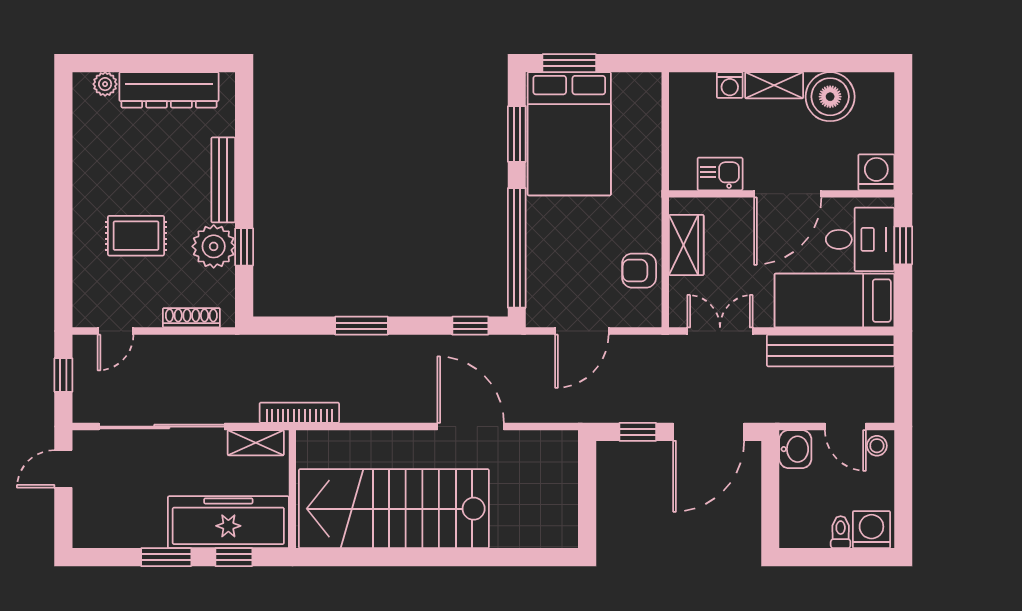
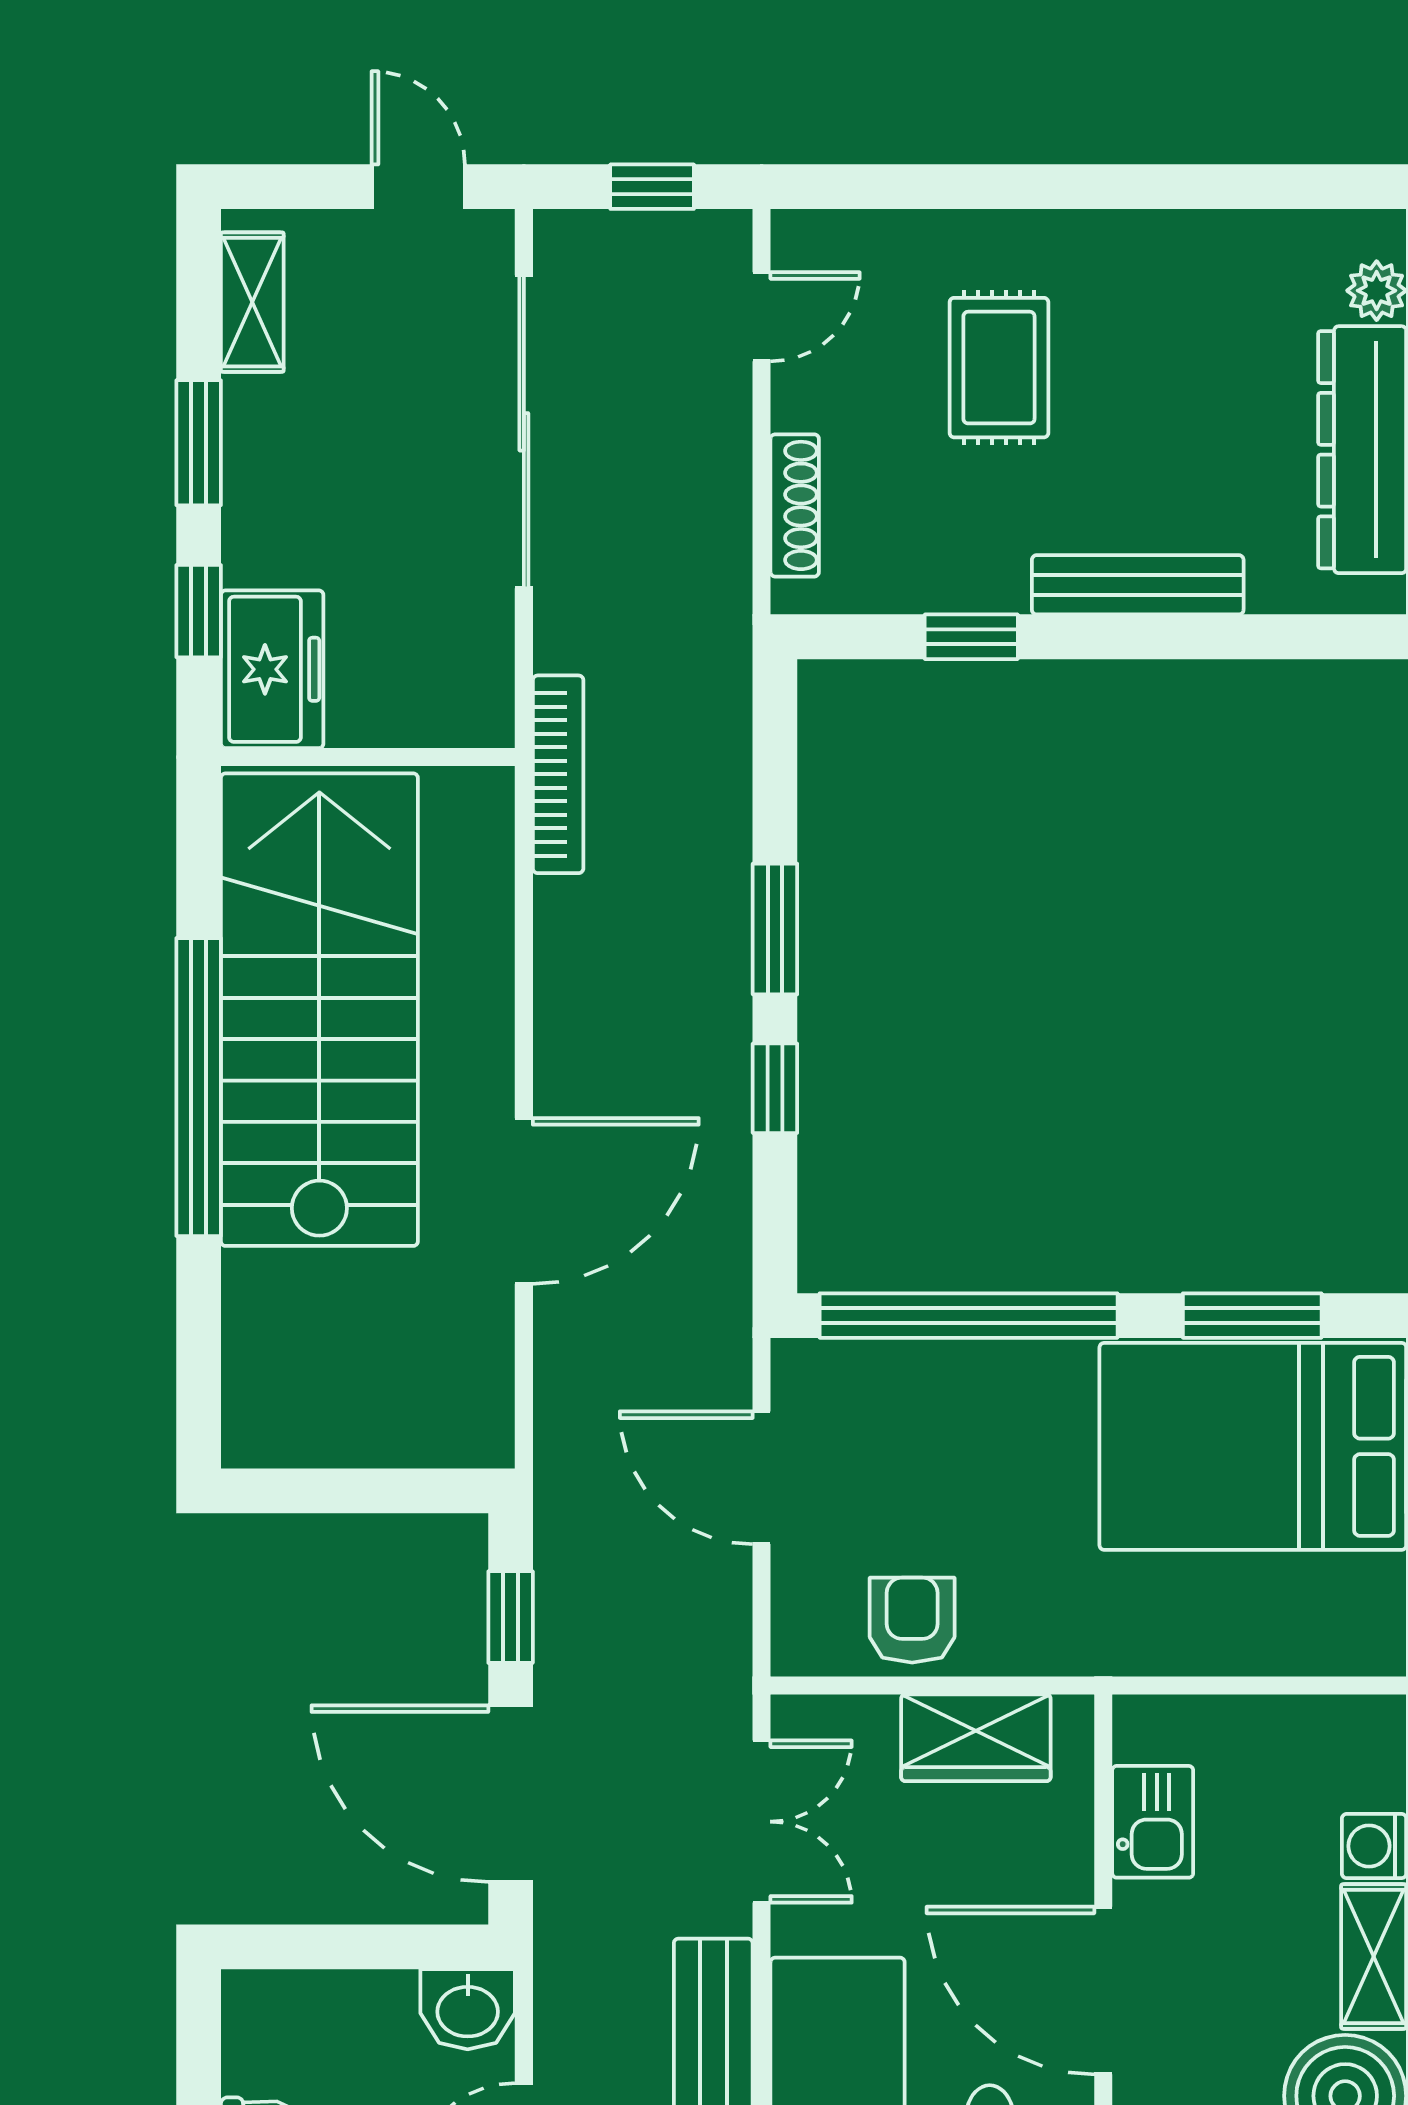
plant: (214, 246) -> (972, 561), removed
window: (470, 326) -> (775, 1088), moved
door: (116, 331) -> (762, 317), swing flipped
shelving: (256, 443) -> (252, 302), moved
freezer: (228, 522) -> (272, 669), width x0.52, depth x0.79
window: (425, 557) -> (199, 1087), added

